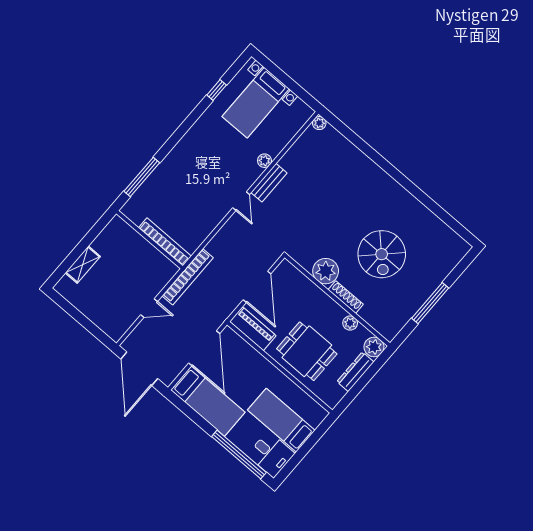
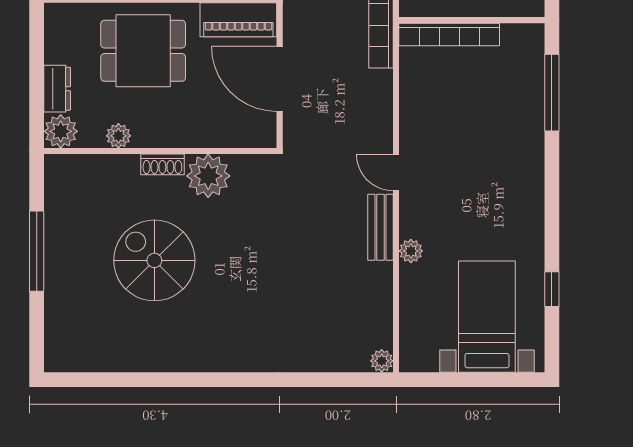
shoe rack: (346, 297) -> (162, 164), width x0.70
dresser: (355, 372) -> (57, 89), width x0.70

